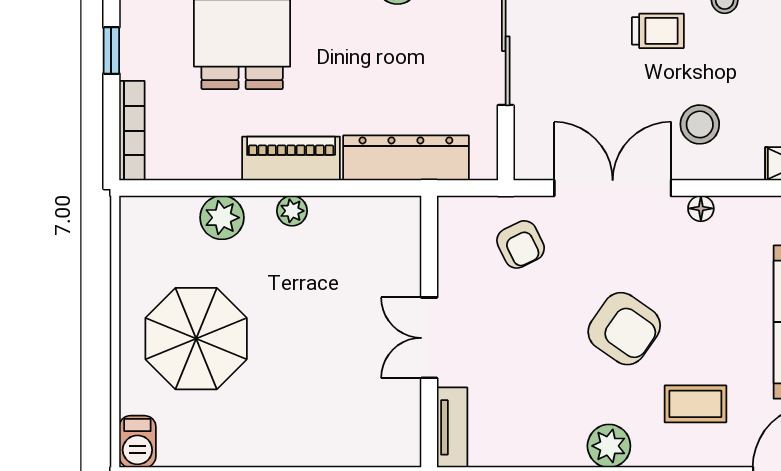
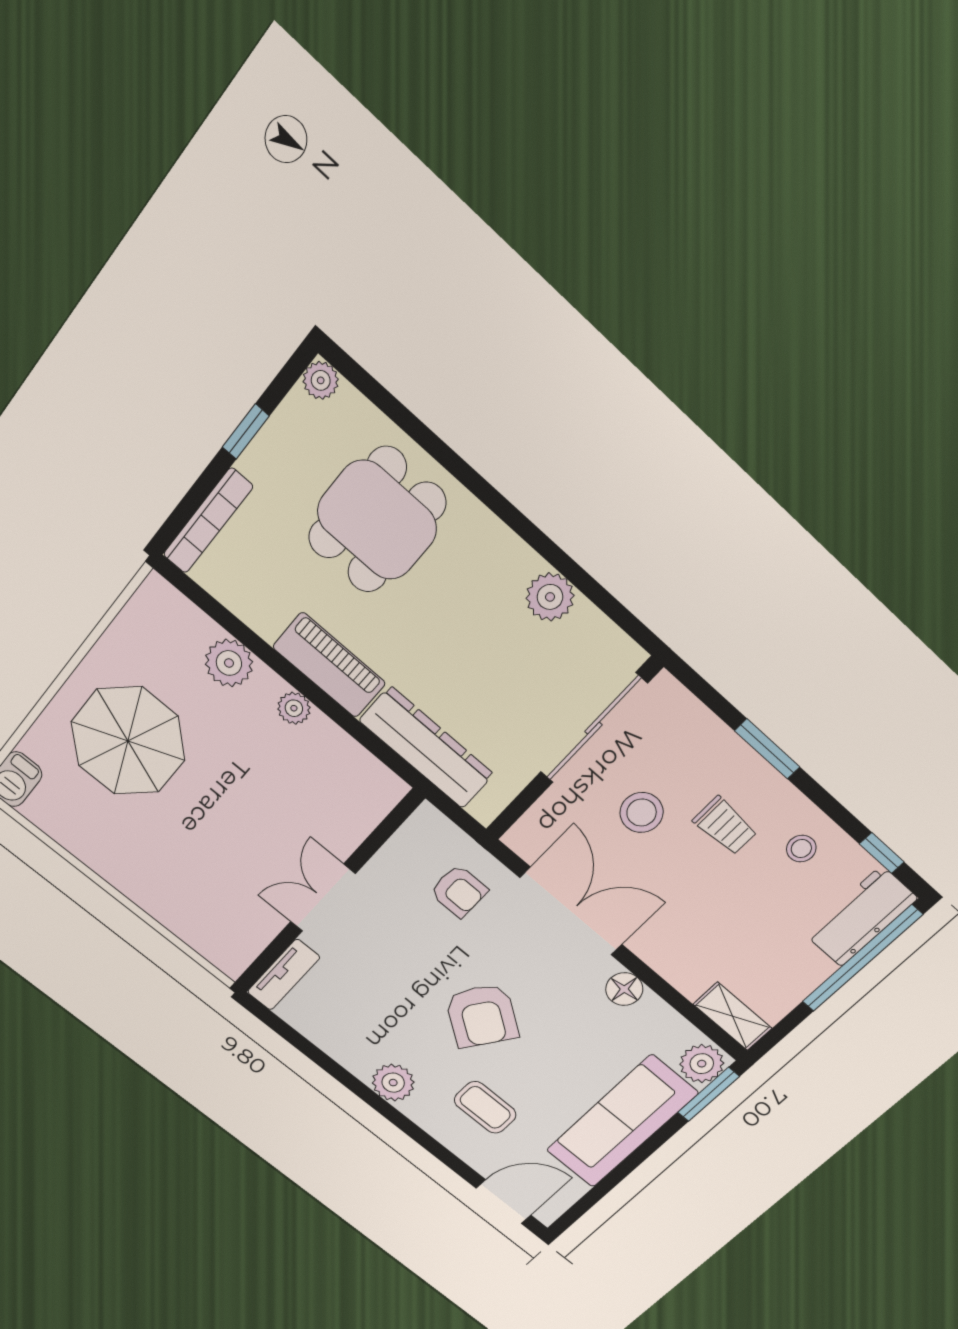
stool: (700, 124) -> (642, 812), moved
floor lamp: (701, 208) -> (624, 989), width x1.37, depth x1.37
armchair: (521, 244) -> (459, 891), turned -64

